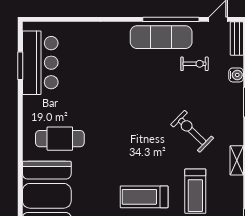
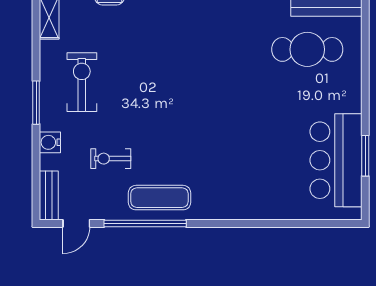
exercise mat: (161, 37) -> (159, 198), width x0.73, depth x0.69
exercise bike: (192, 131) -> (82, 82), moved, turned -134

